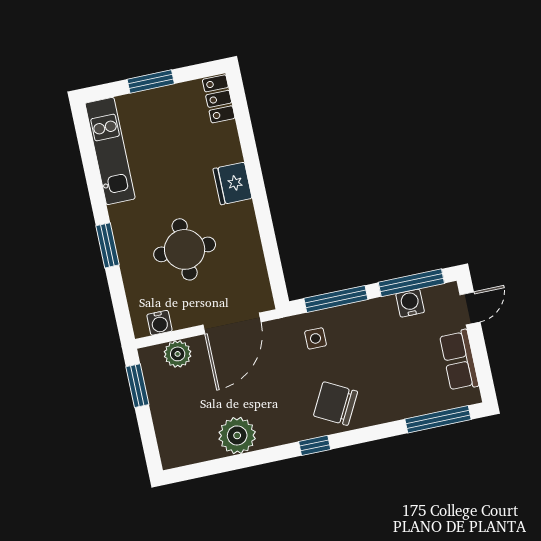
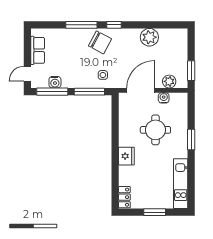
water cooler: (159, 323) -> (164, 98), moved
window: (438, 419) -> (81, 25), moved

